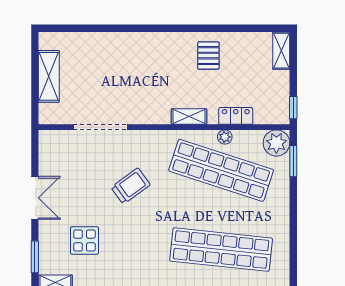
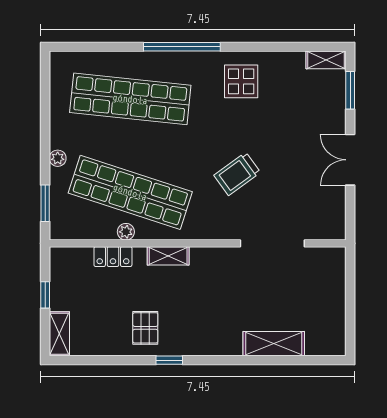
window: (188, 28) -> (169, 360), added
shelving: (49, 76) -> (274, 344), moved, turned 90
window: (293, 108) -> (45, 295), moved
plant: (276, 143) -> (58, 158), moved, width x0.53, depth x0.53
display table: (84, 240) -> (241, 81), moved

